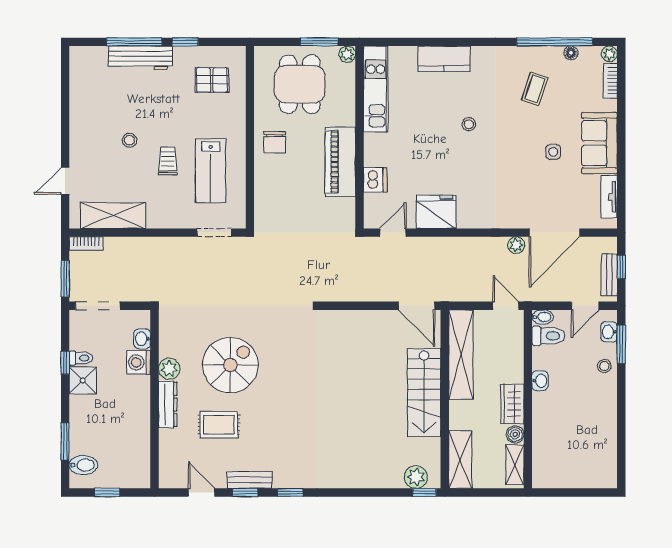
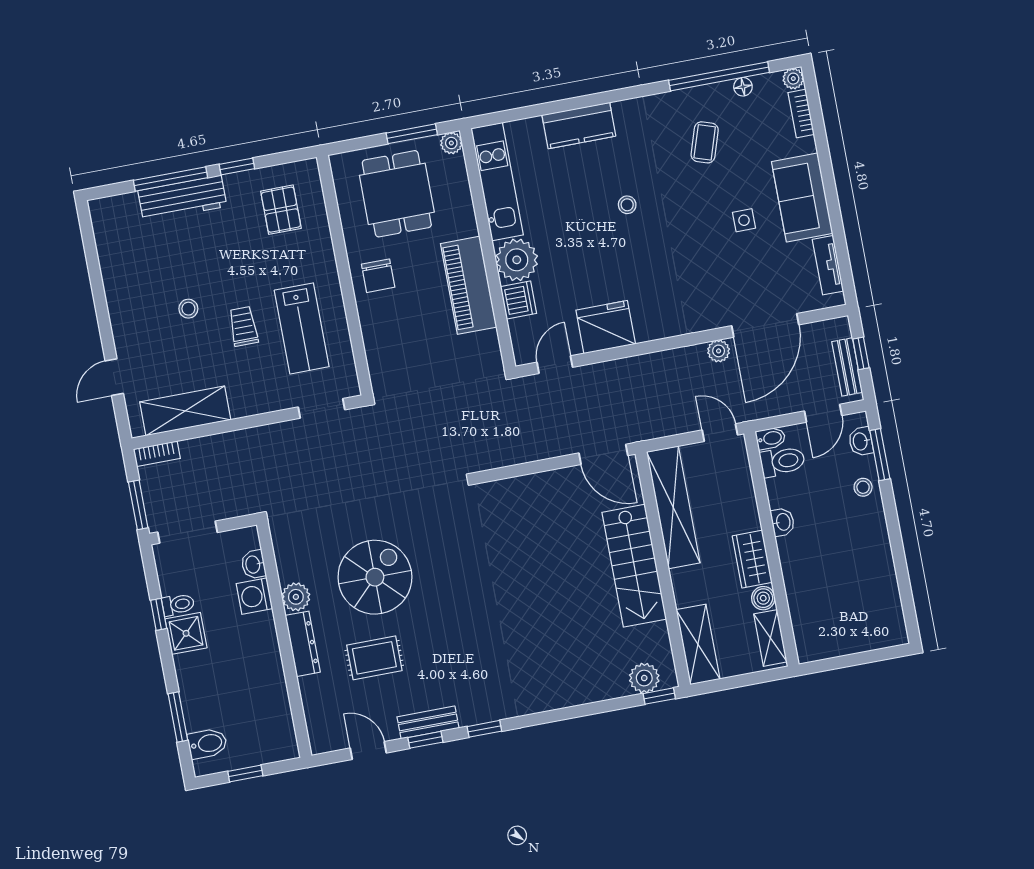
pallet: (212, 80) -> (281, 210), turned 90
plant: (379, 150) -> (517, 260), added

